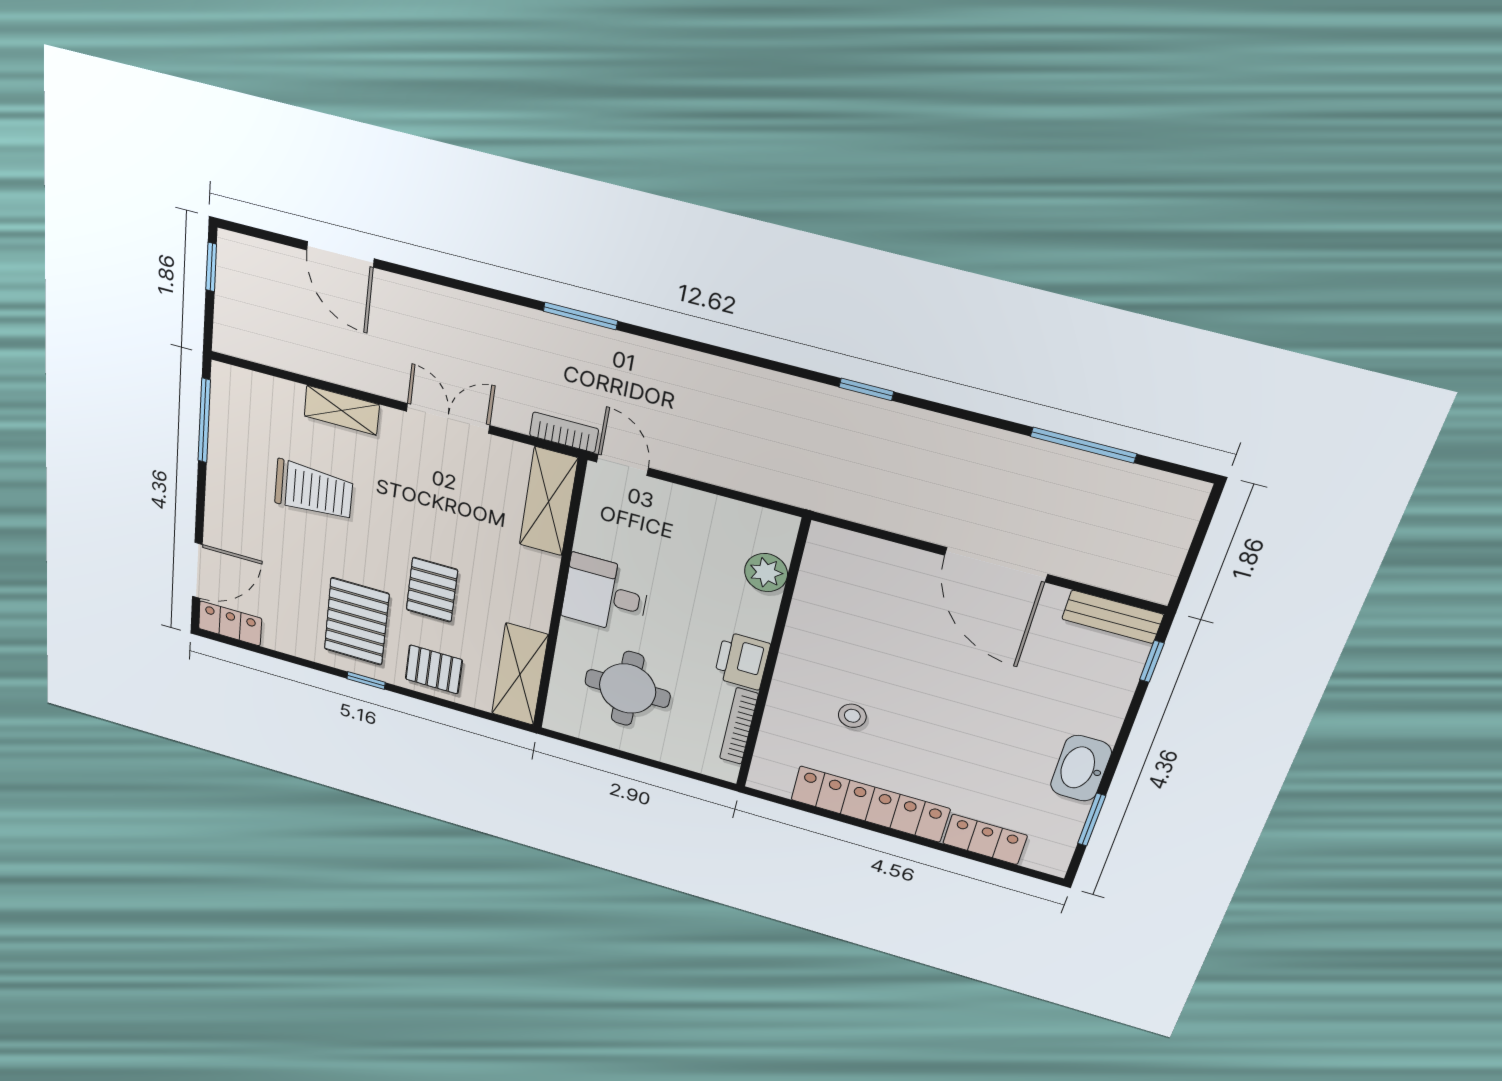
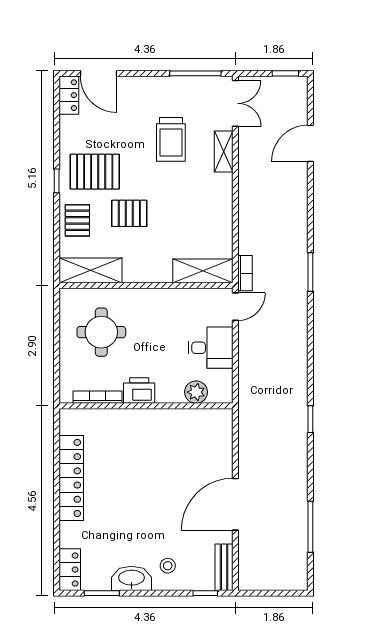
double door: (448, 418) -> (235, 103), moved
desk: (605, 595) -> (211, 348), moved, turned 90
stool: (852, 716) -> (168, 566), moved
locker: (985, 839) -> (70, 570), moved

